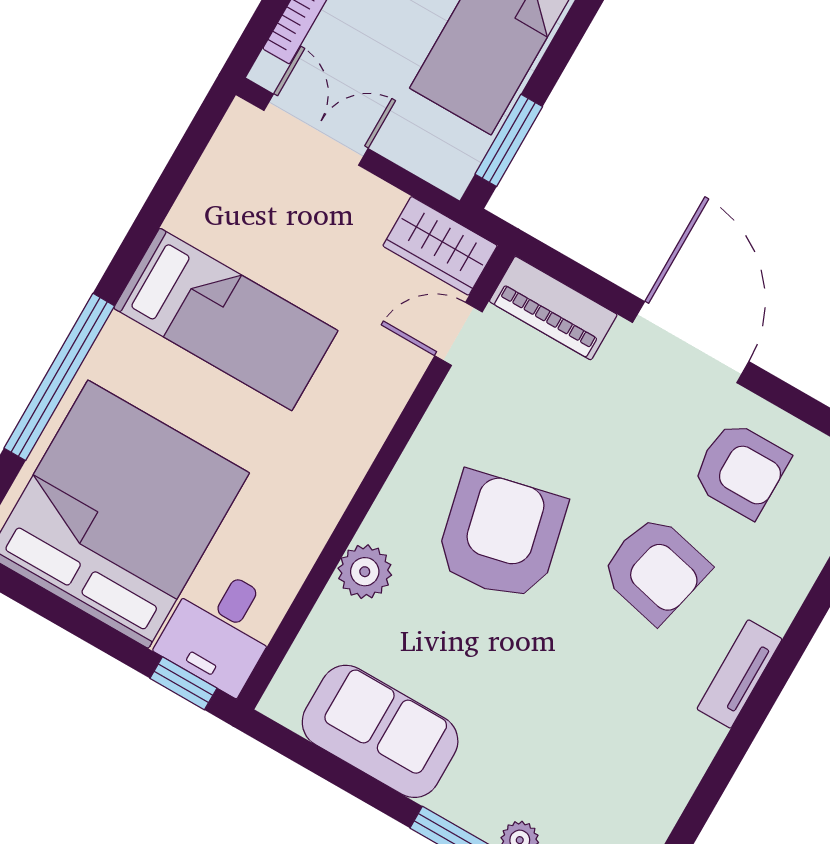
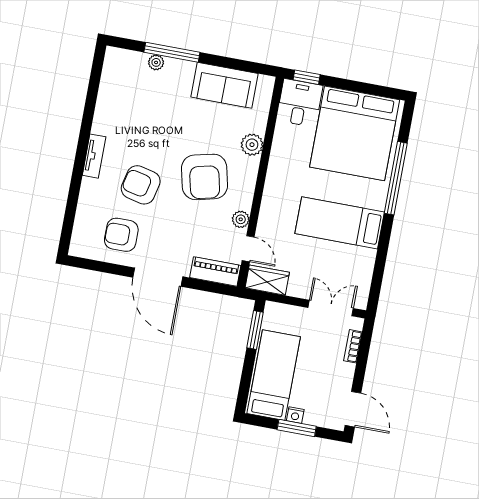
double door: (316, 130) -> (331, 308), swing flipped
door: (459, 334) -> (248, 249), hinge flipped
plant: (452, 408) -> (241, 219), added

